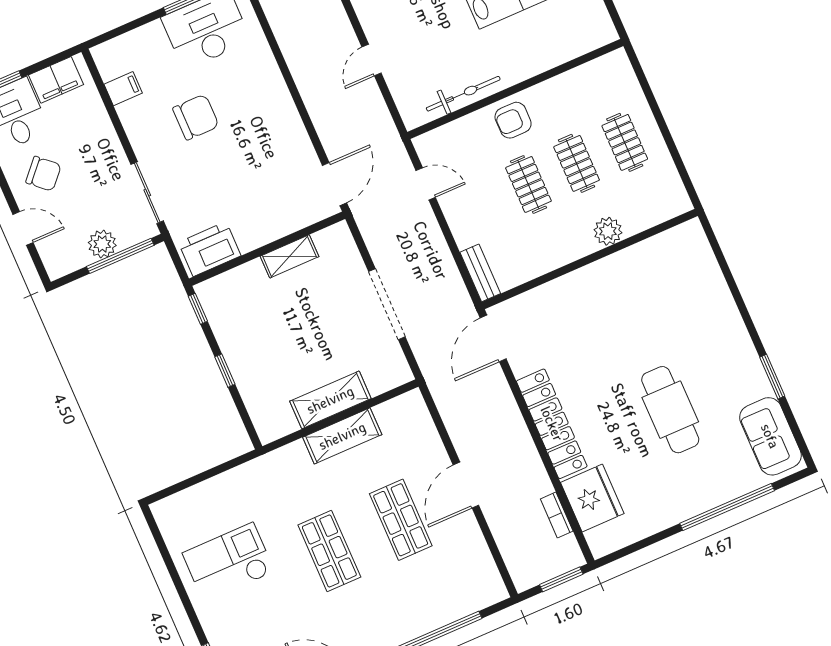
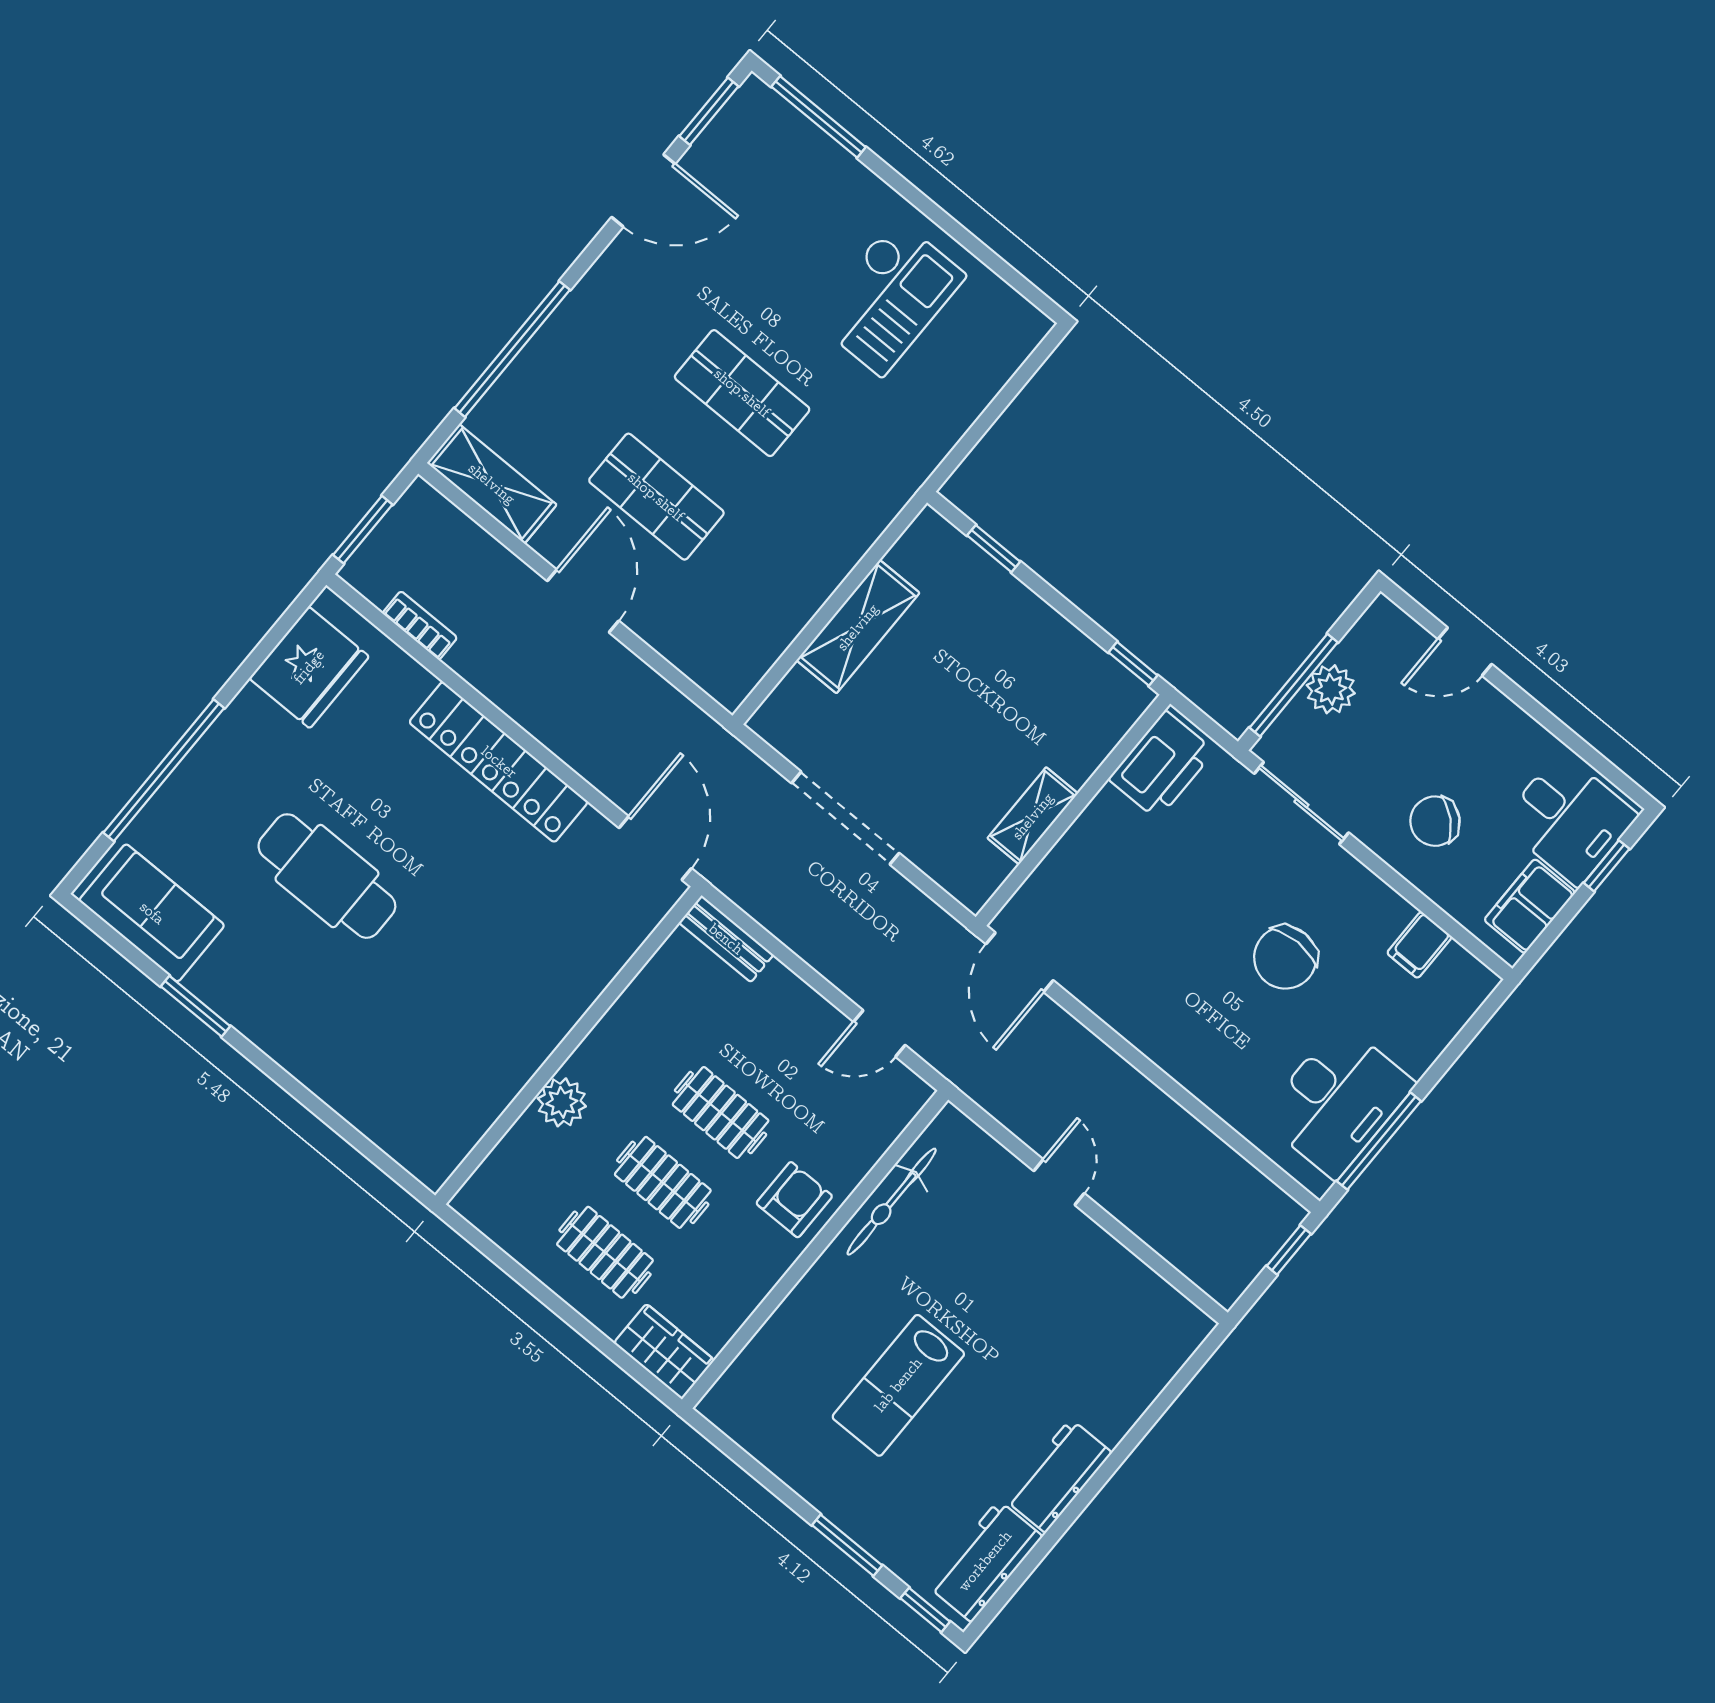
wardrobe: (620, 76) -> (664, 1352), added
chair: (43, 174) -> (1435, 821), moved
window: (225, 371) -> (994, 549), moved
shelving: (342, 436) -> (492, 484), moved, turned 90
fridge: (592, 498) -> (309, 667), moved, turned -90

